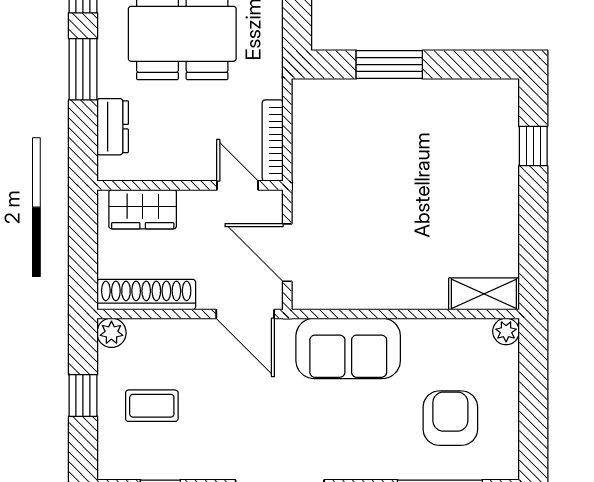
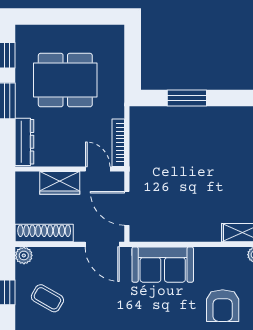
dresser: (113, 127) -> (24, 142), width x1.44
wardrobe: (143, 209) -> (60, 183), moved
coffee table: (152, 406) -> (47, 298), turned 30
armchair: (450, 418) -> (223, 306), turned 180

